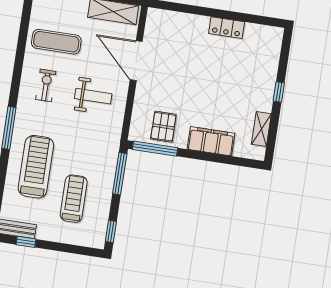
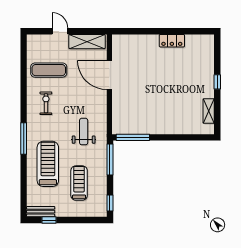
weight bench: (93, 96) -> (84, 132), moved, turned -90
pallet: (163, 127) -> (137, 120), removed
filing cabinet: (211, 141) -> (173, 126), removed

